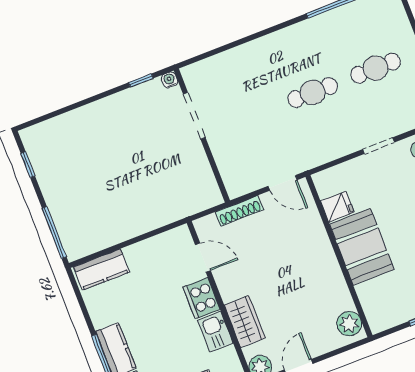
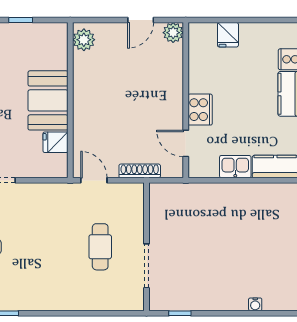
water cooler: (169, 80) -> (255, 304), moved
cafe table: (313, 93) -> (100, 247), moved, turned 90
wardrobe: (245, 322) -> (171, 76), removed
kitchen sink: (215, 332) -> (235, 167), moved, turned -90

